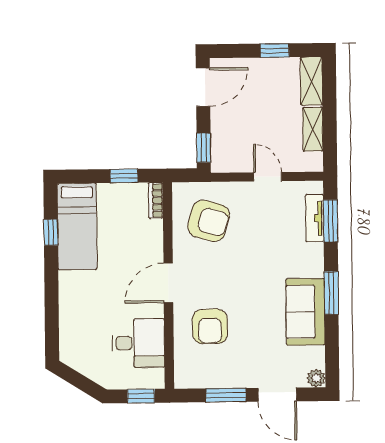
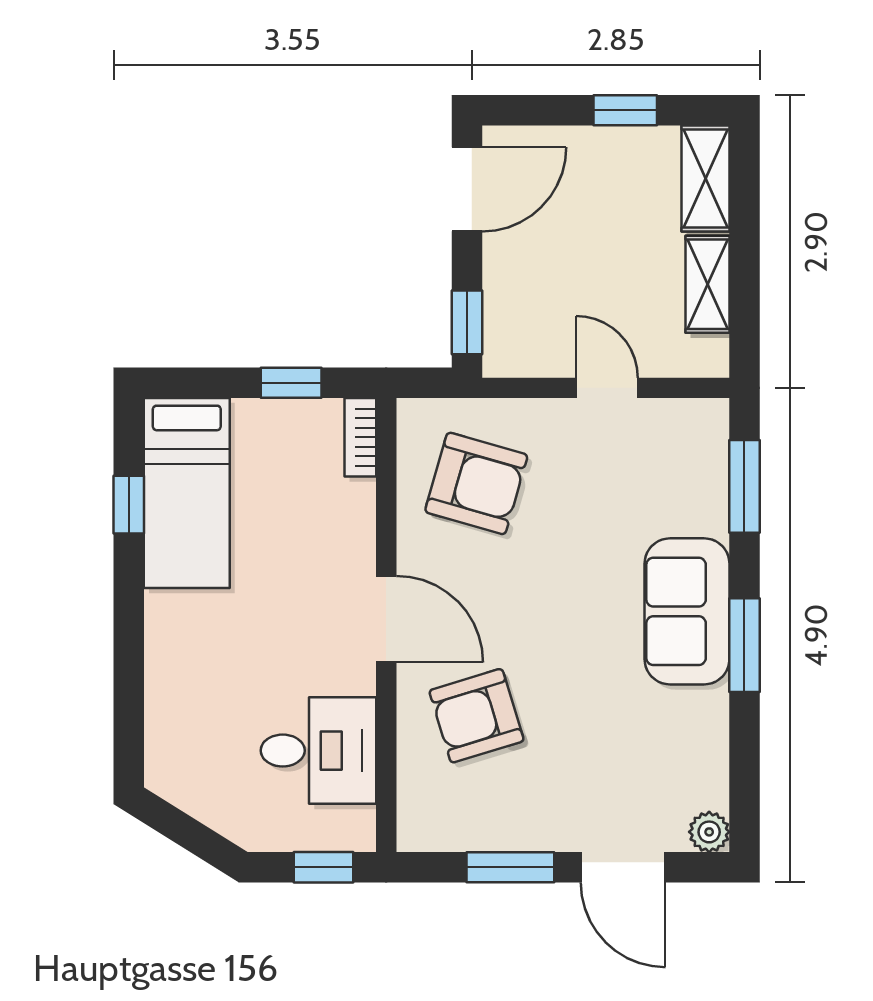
tv unit: (315, 218) -> (709, 480), removed
door: (168, 283) -> (386, 619), swing flipped
sofa: (305, 312) -> (687, 611), moved
armchair: (210, 326) -> (477, 716), turned 73

